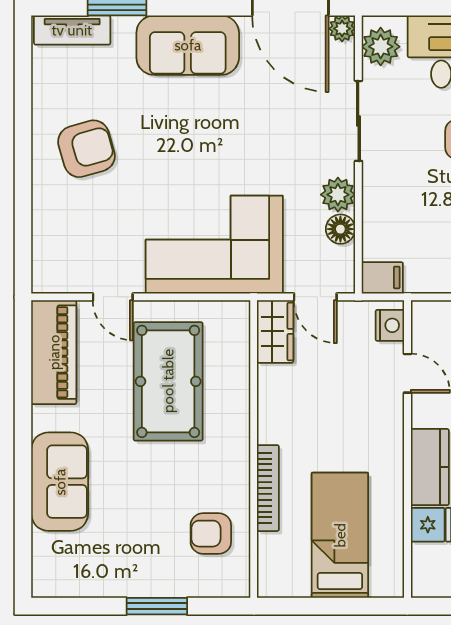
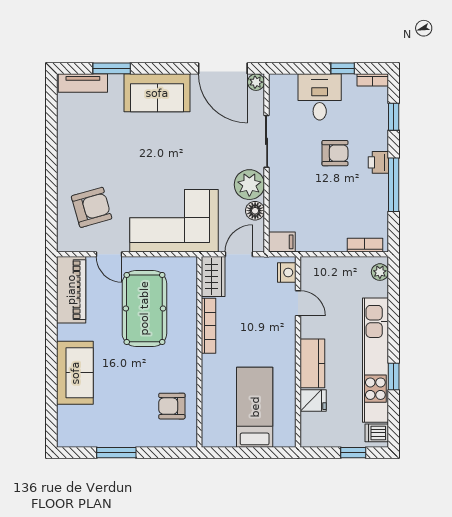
plant: (381, 47) -> (281, 94), removed
armchair: (86, 149) -> (92, 207), moved
plant: (338, 195) -> (249, 185), width x1.36, depth x1.36
door: (315, 297) -> (239, 254), swing flipped
bookcase: (268, 488) -> (209, 326), moved
window: (157, 606) -> (116, 453), moved

